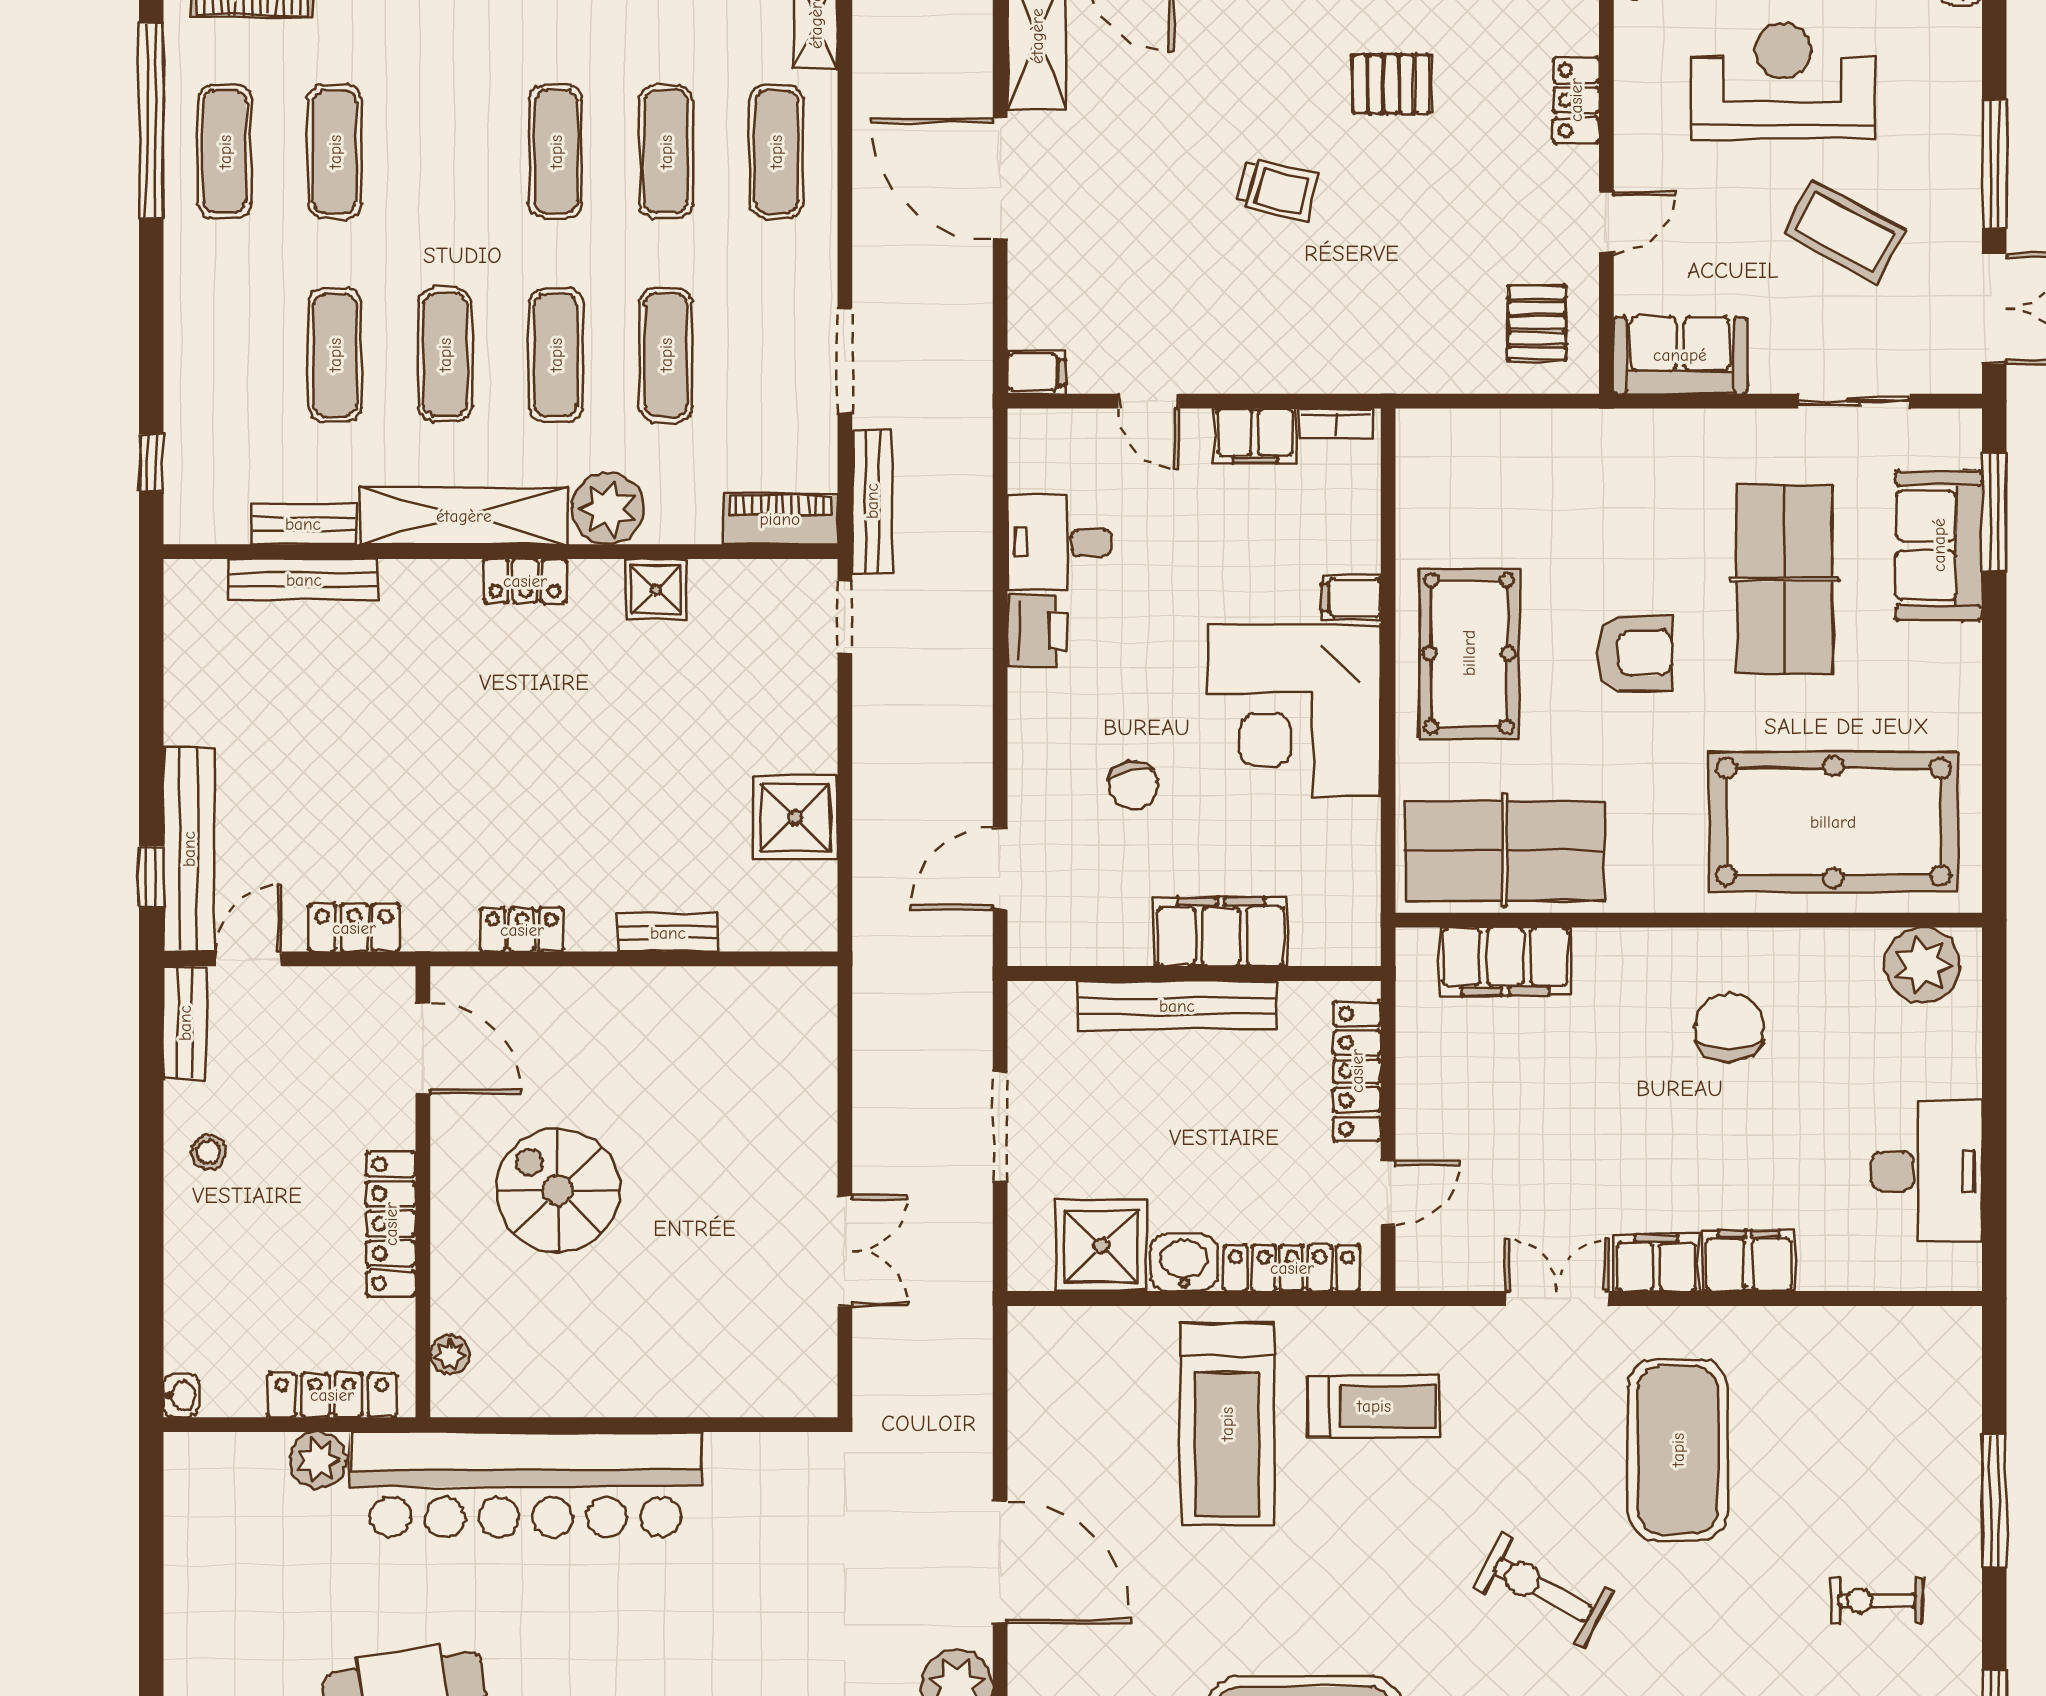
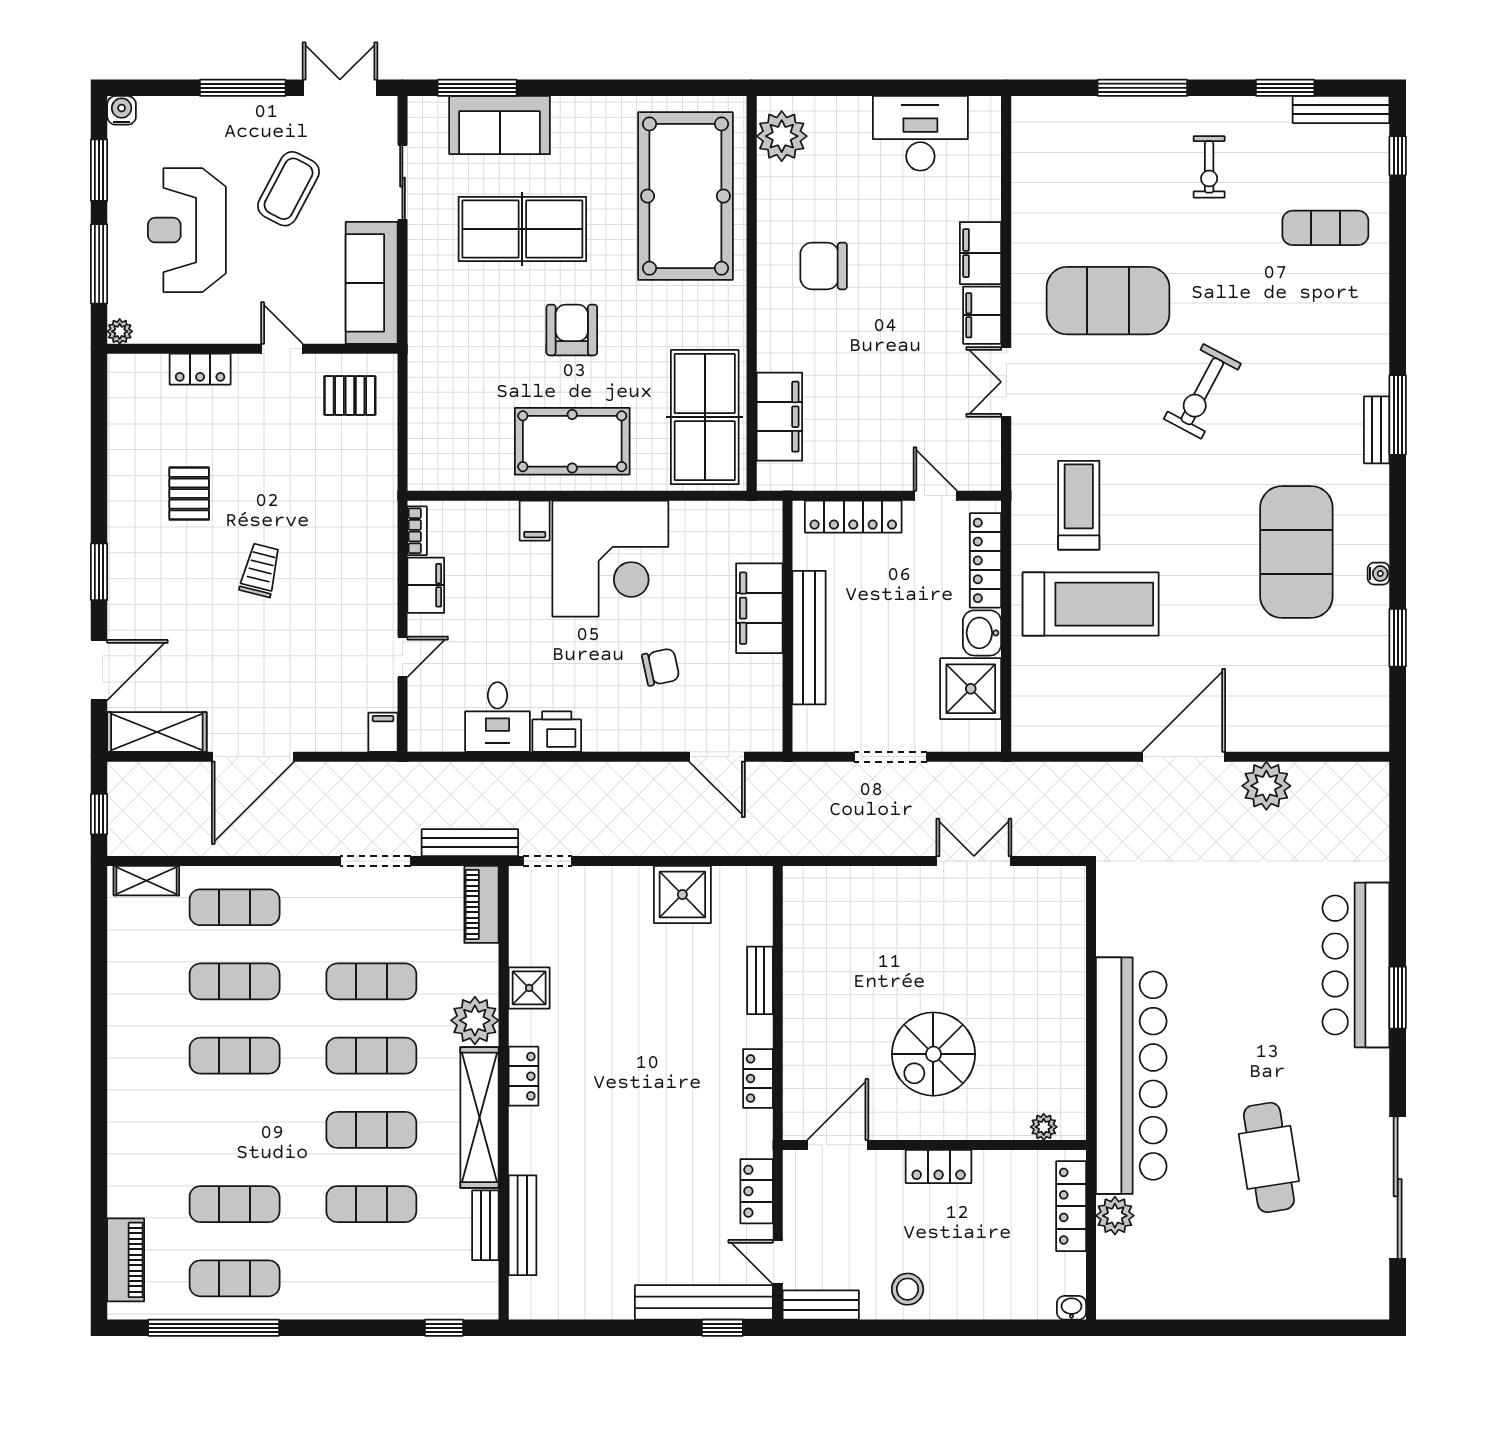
sofa: (1680, 355) -> (372, 283), width x1.36
stool: (209, 1152) -> (908, 1289), width x1.37, depth x1.37
locker: (391, 1224) -> (939, 1166), width x0.66

